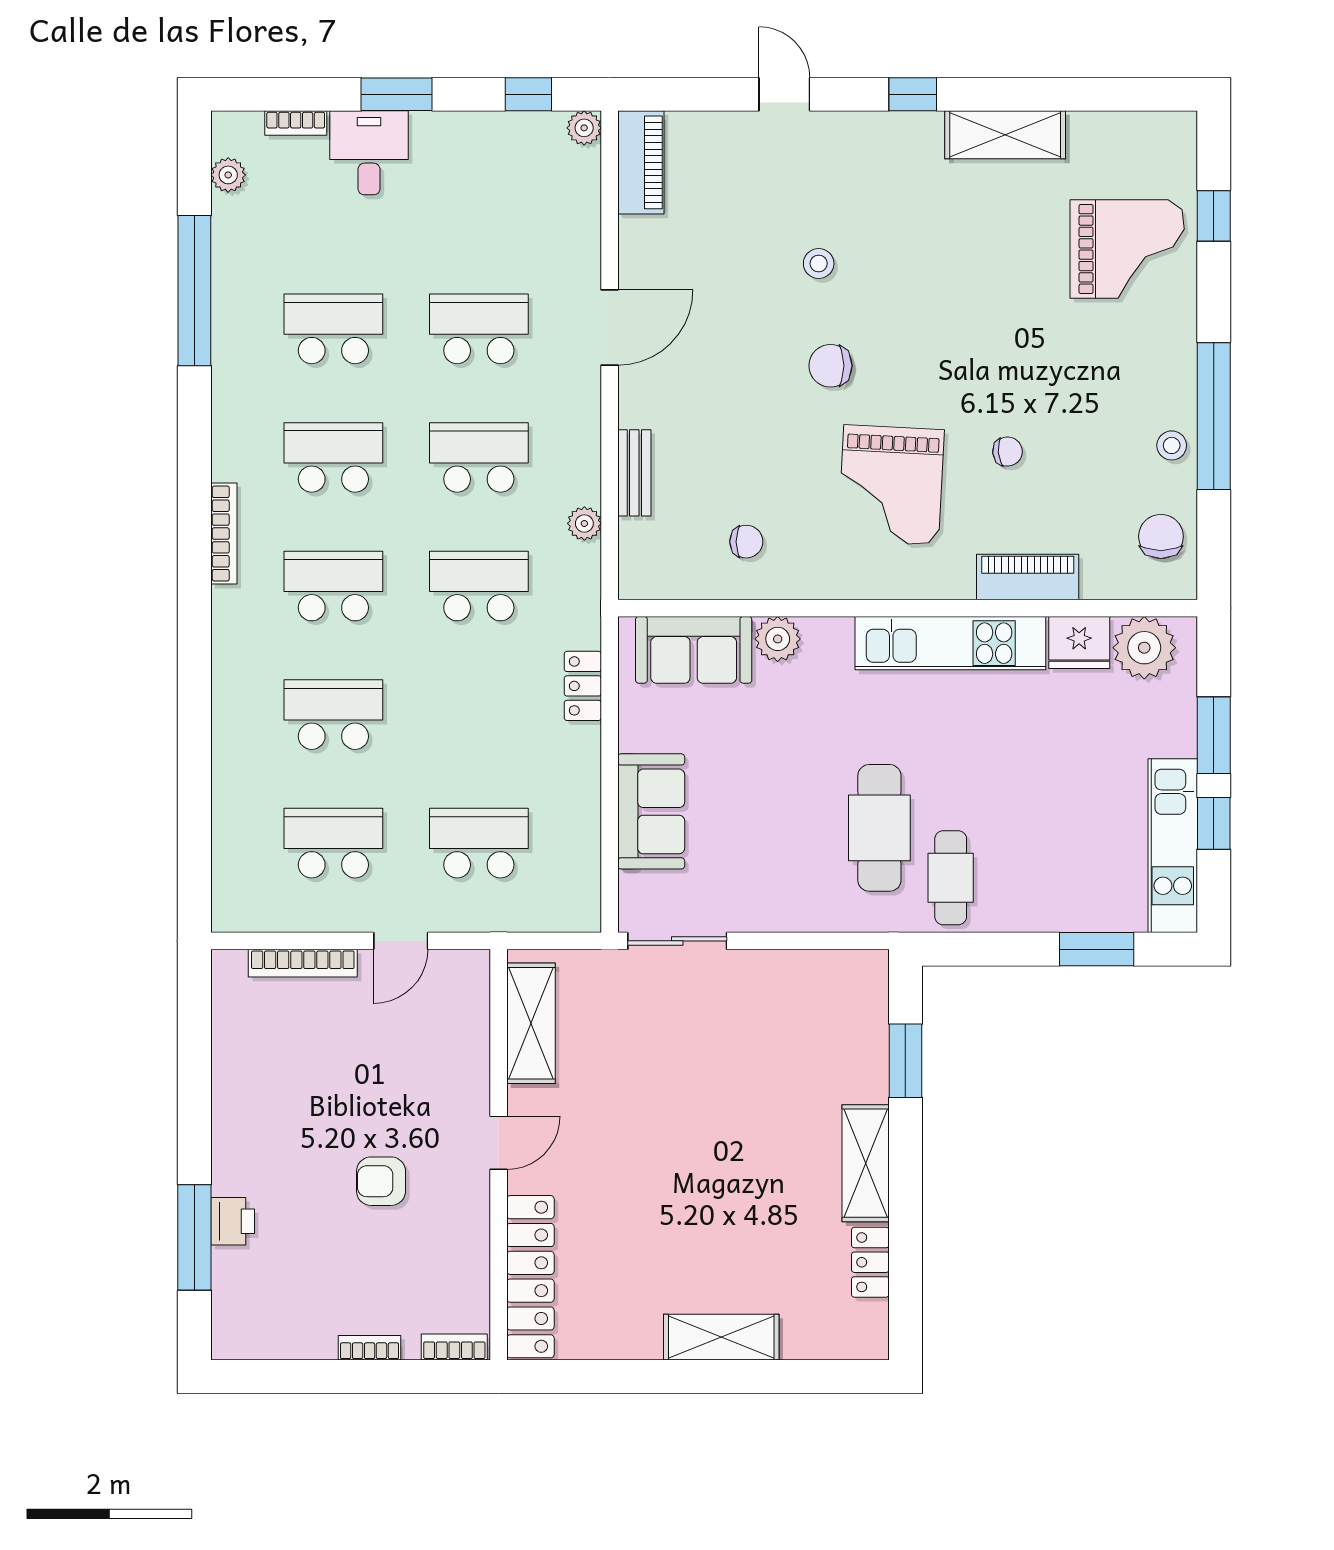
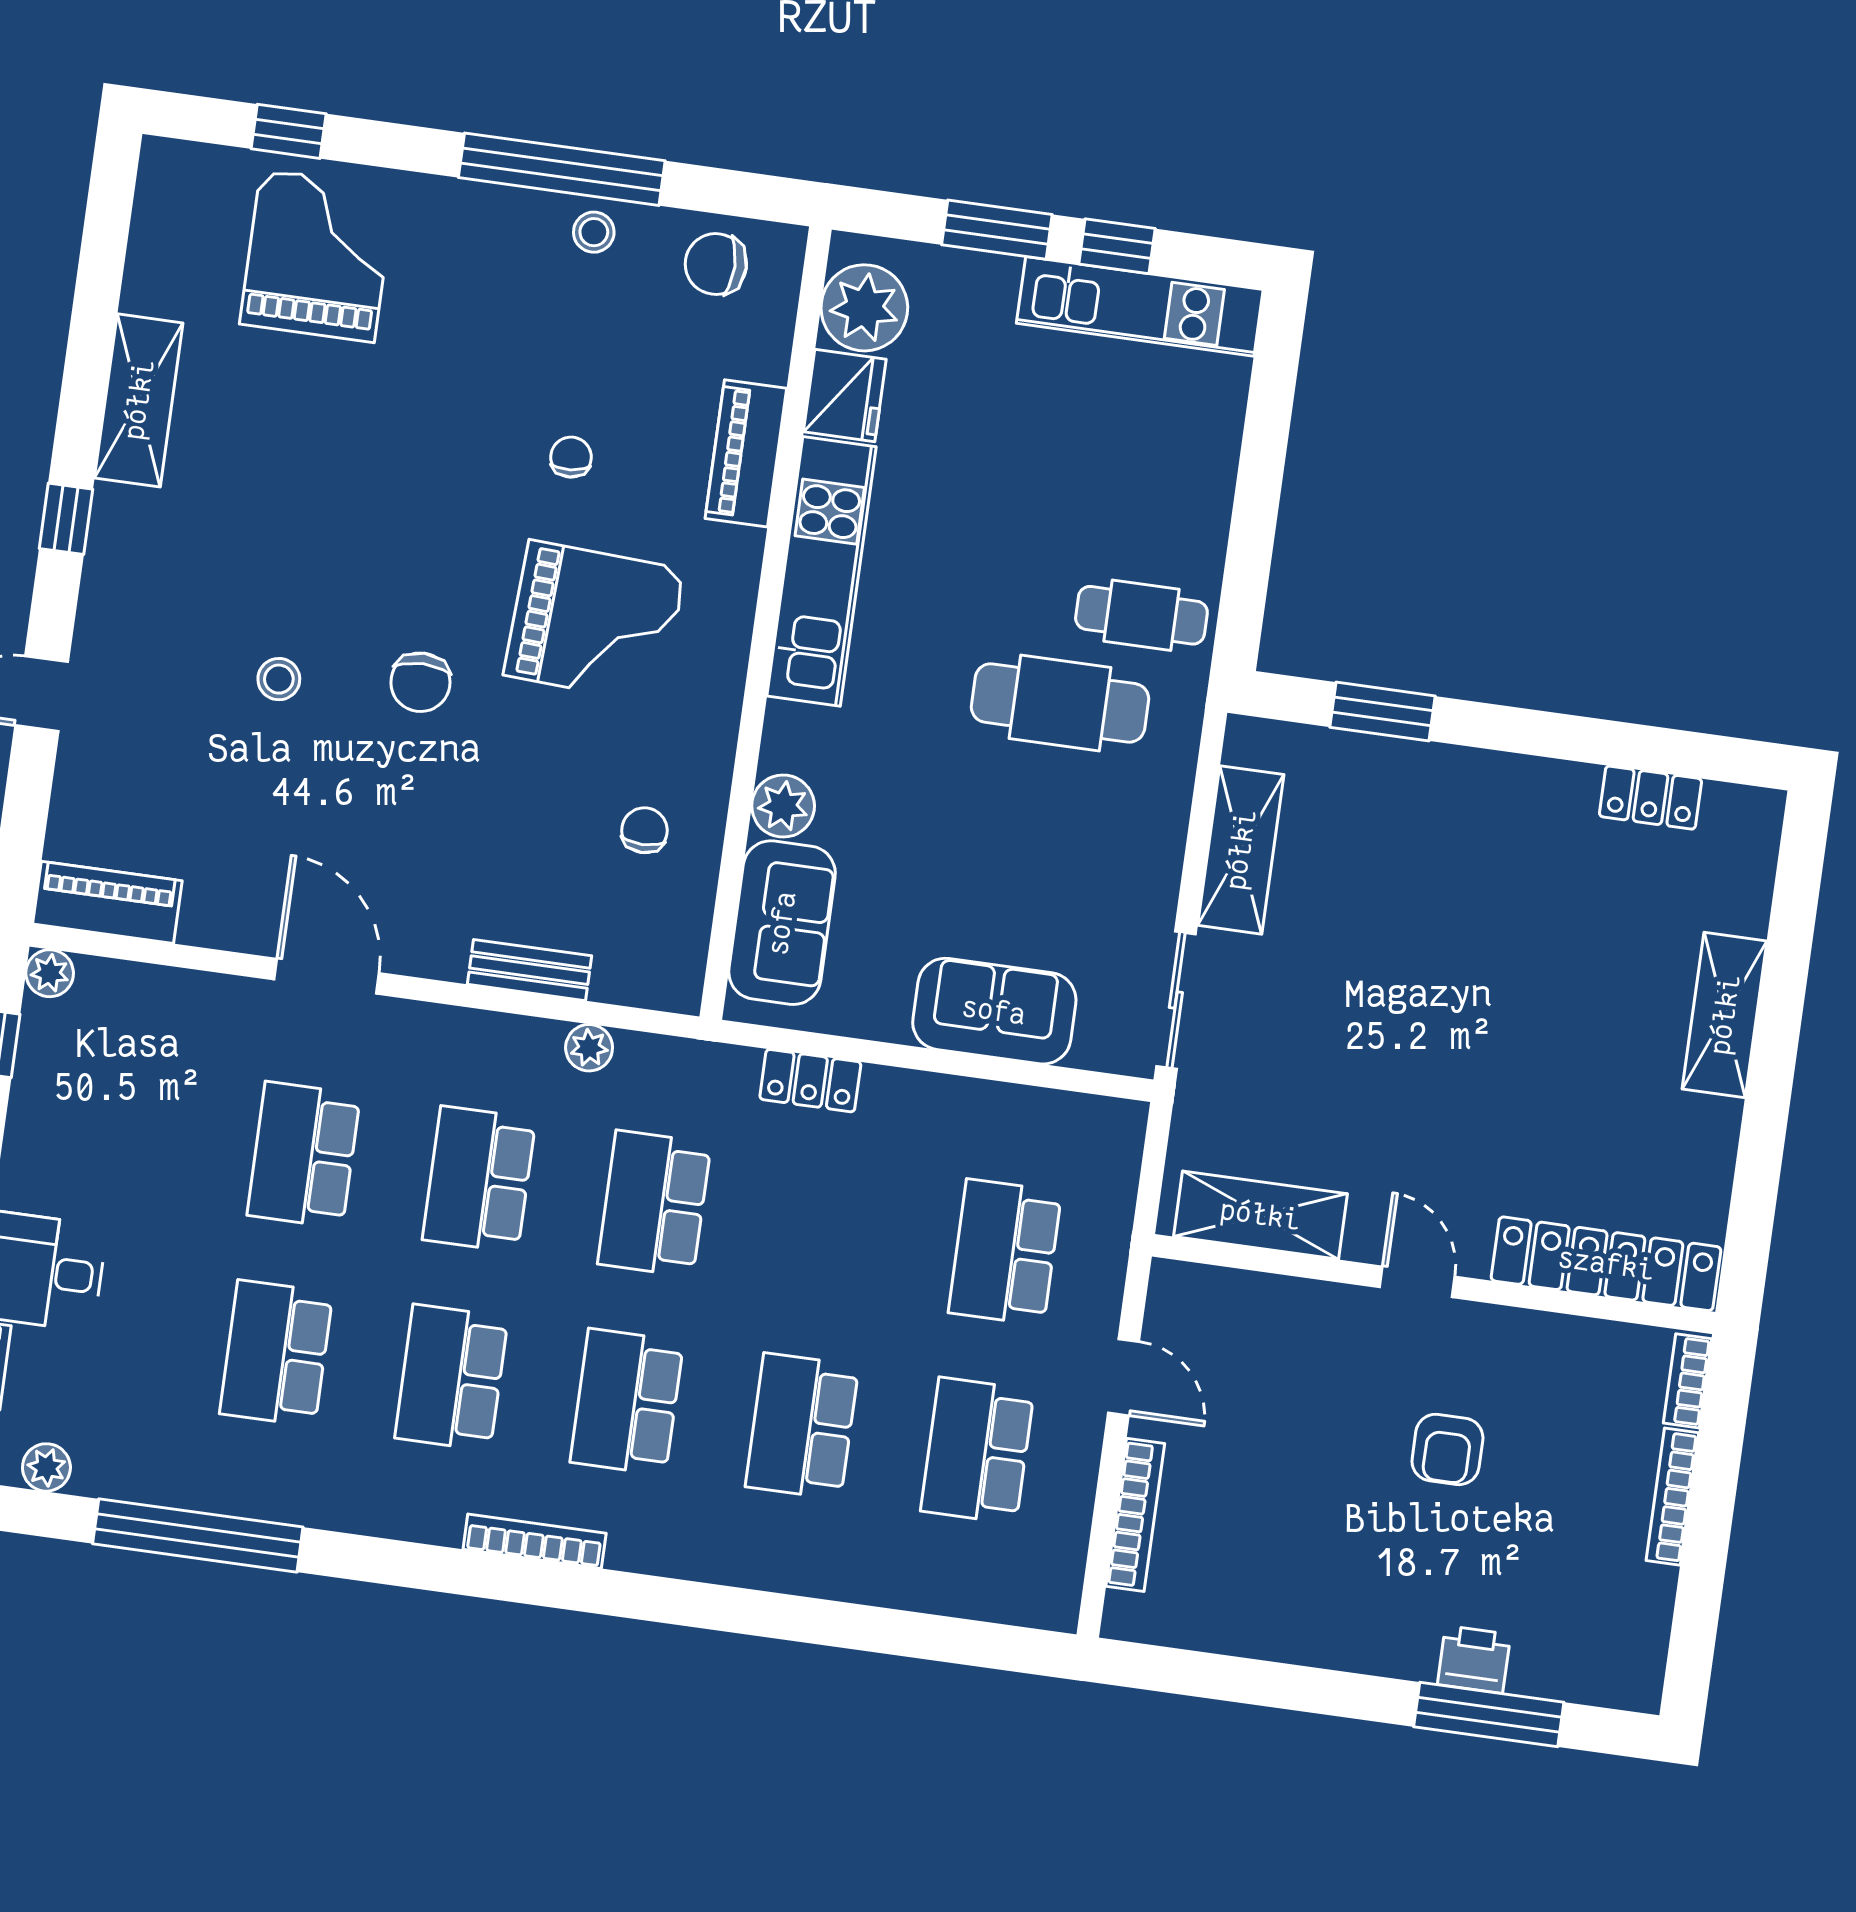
window: (1097, 949) -> (1266, 430), removed
shelving: (866, 1163) -> (1241, 850), moved, turned 90
bookcase: (370, 1348) -> (1672, 1497), width x1.56

